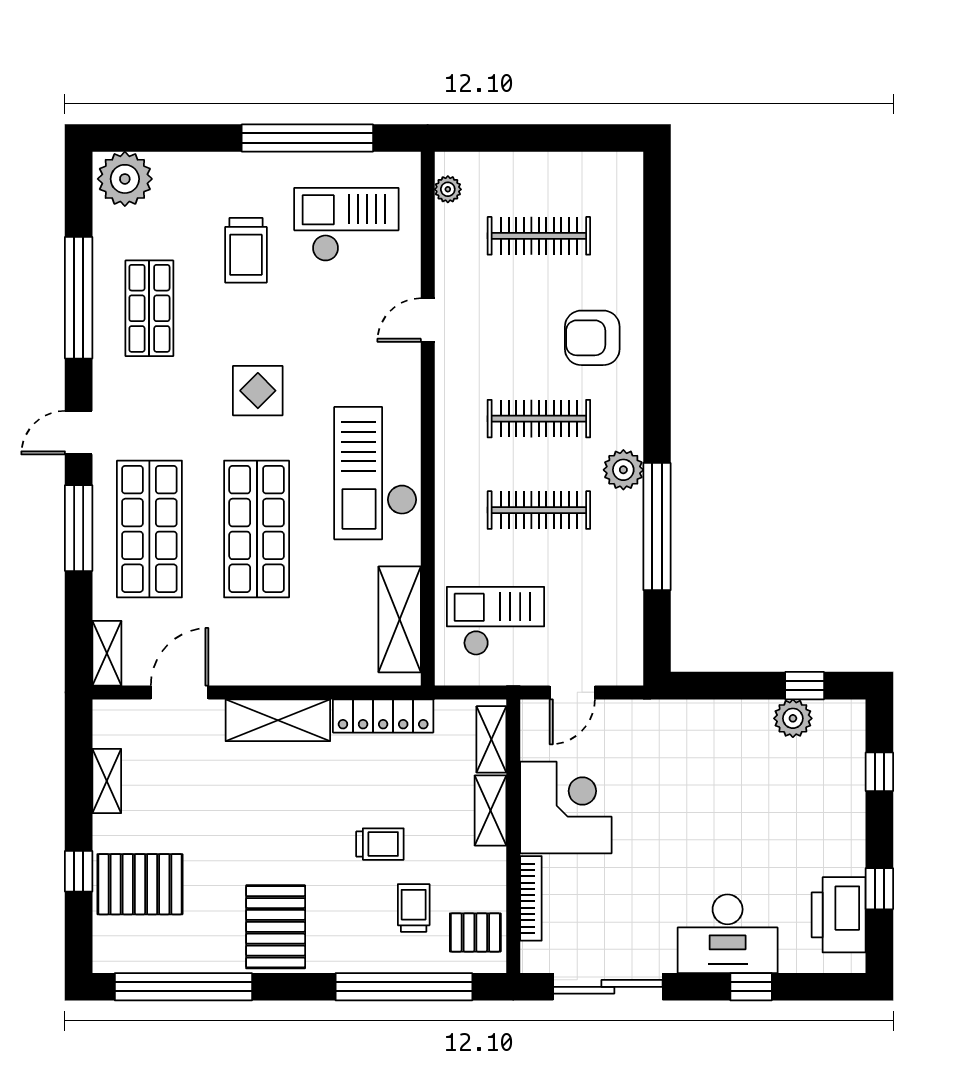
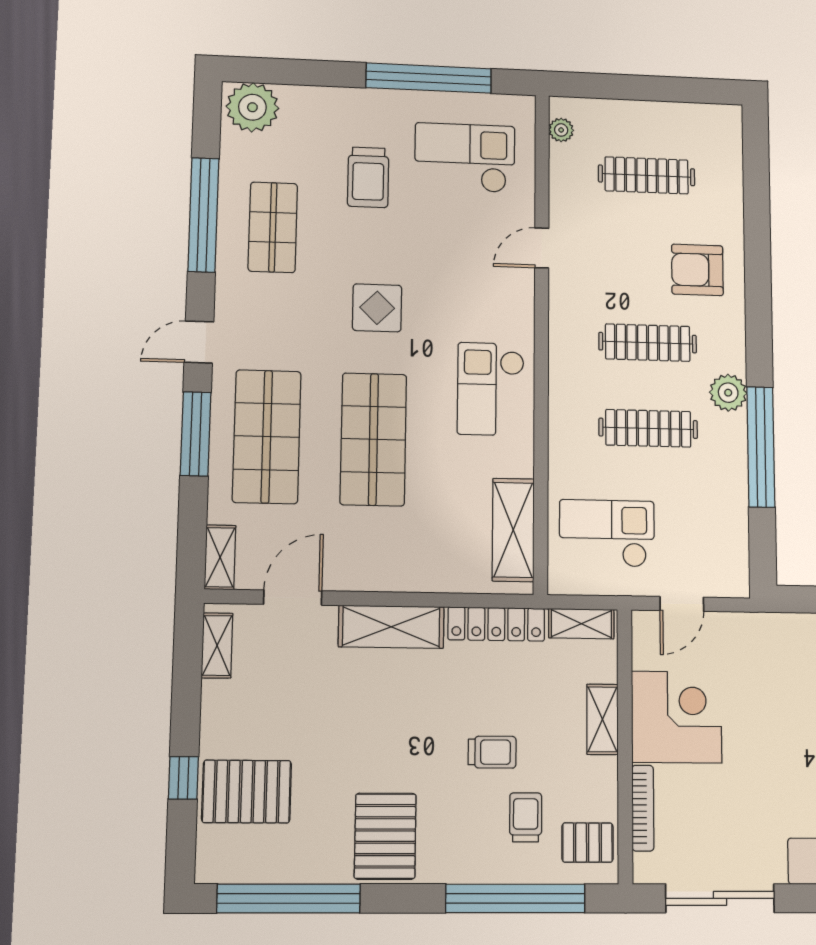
checkout: (376, 473) -> (491, 389), width x0.73, depth x0.83
shelving: (491, 739) -> (581, 624), moved, turned 90
shelving: (107, 781) -> (217, 645), moved

